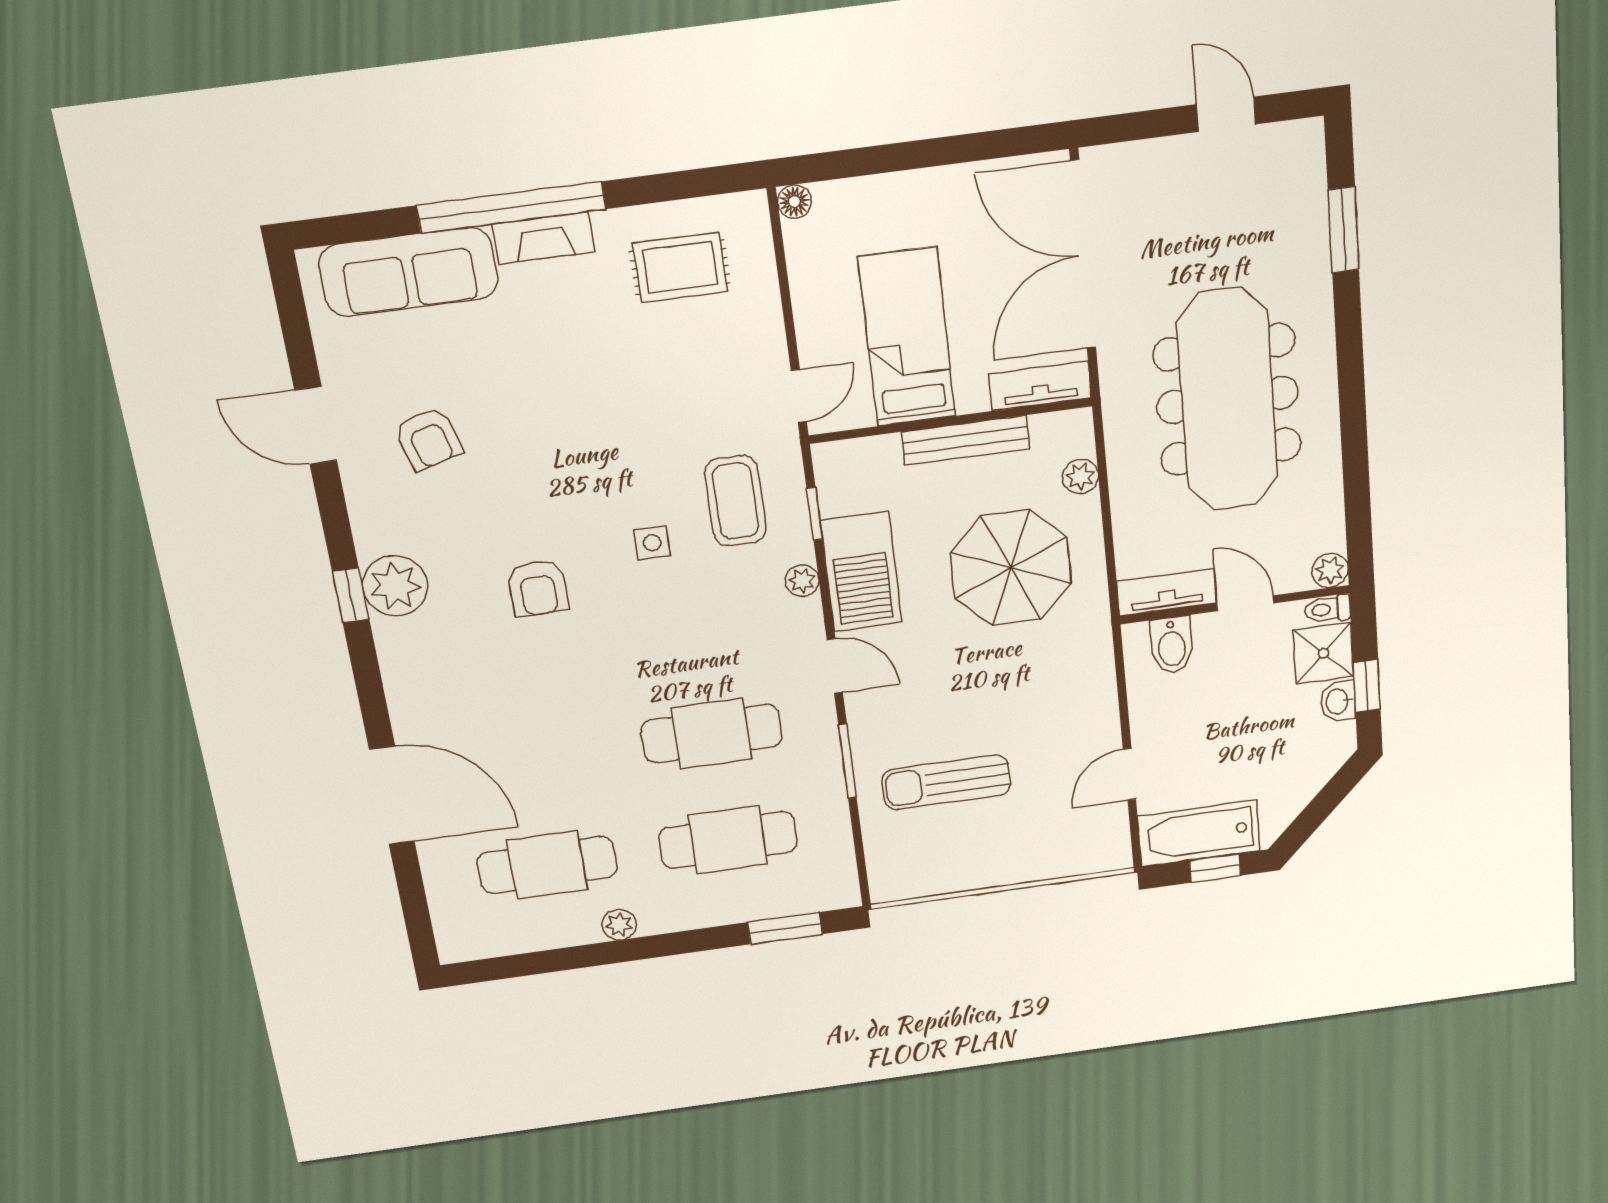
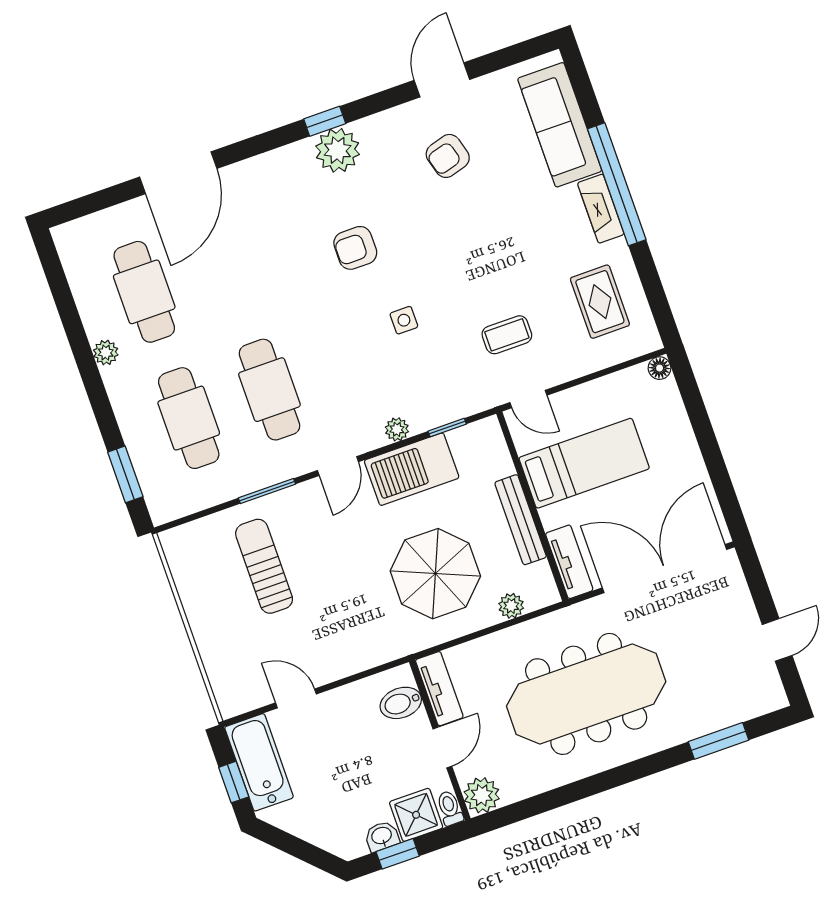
coffee table: (736, 501) -> (507, 335), moved, width x0.73, depth x0.77
plant: (1330, 570) -> (482, 795), width x1.38, depth x1.38

